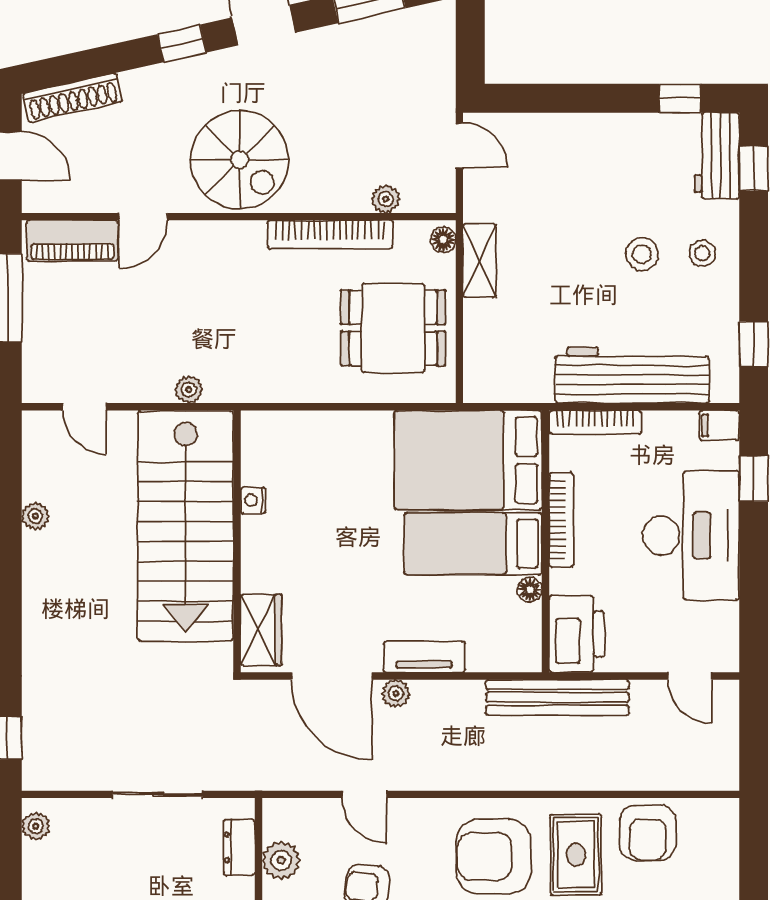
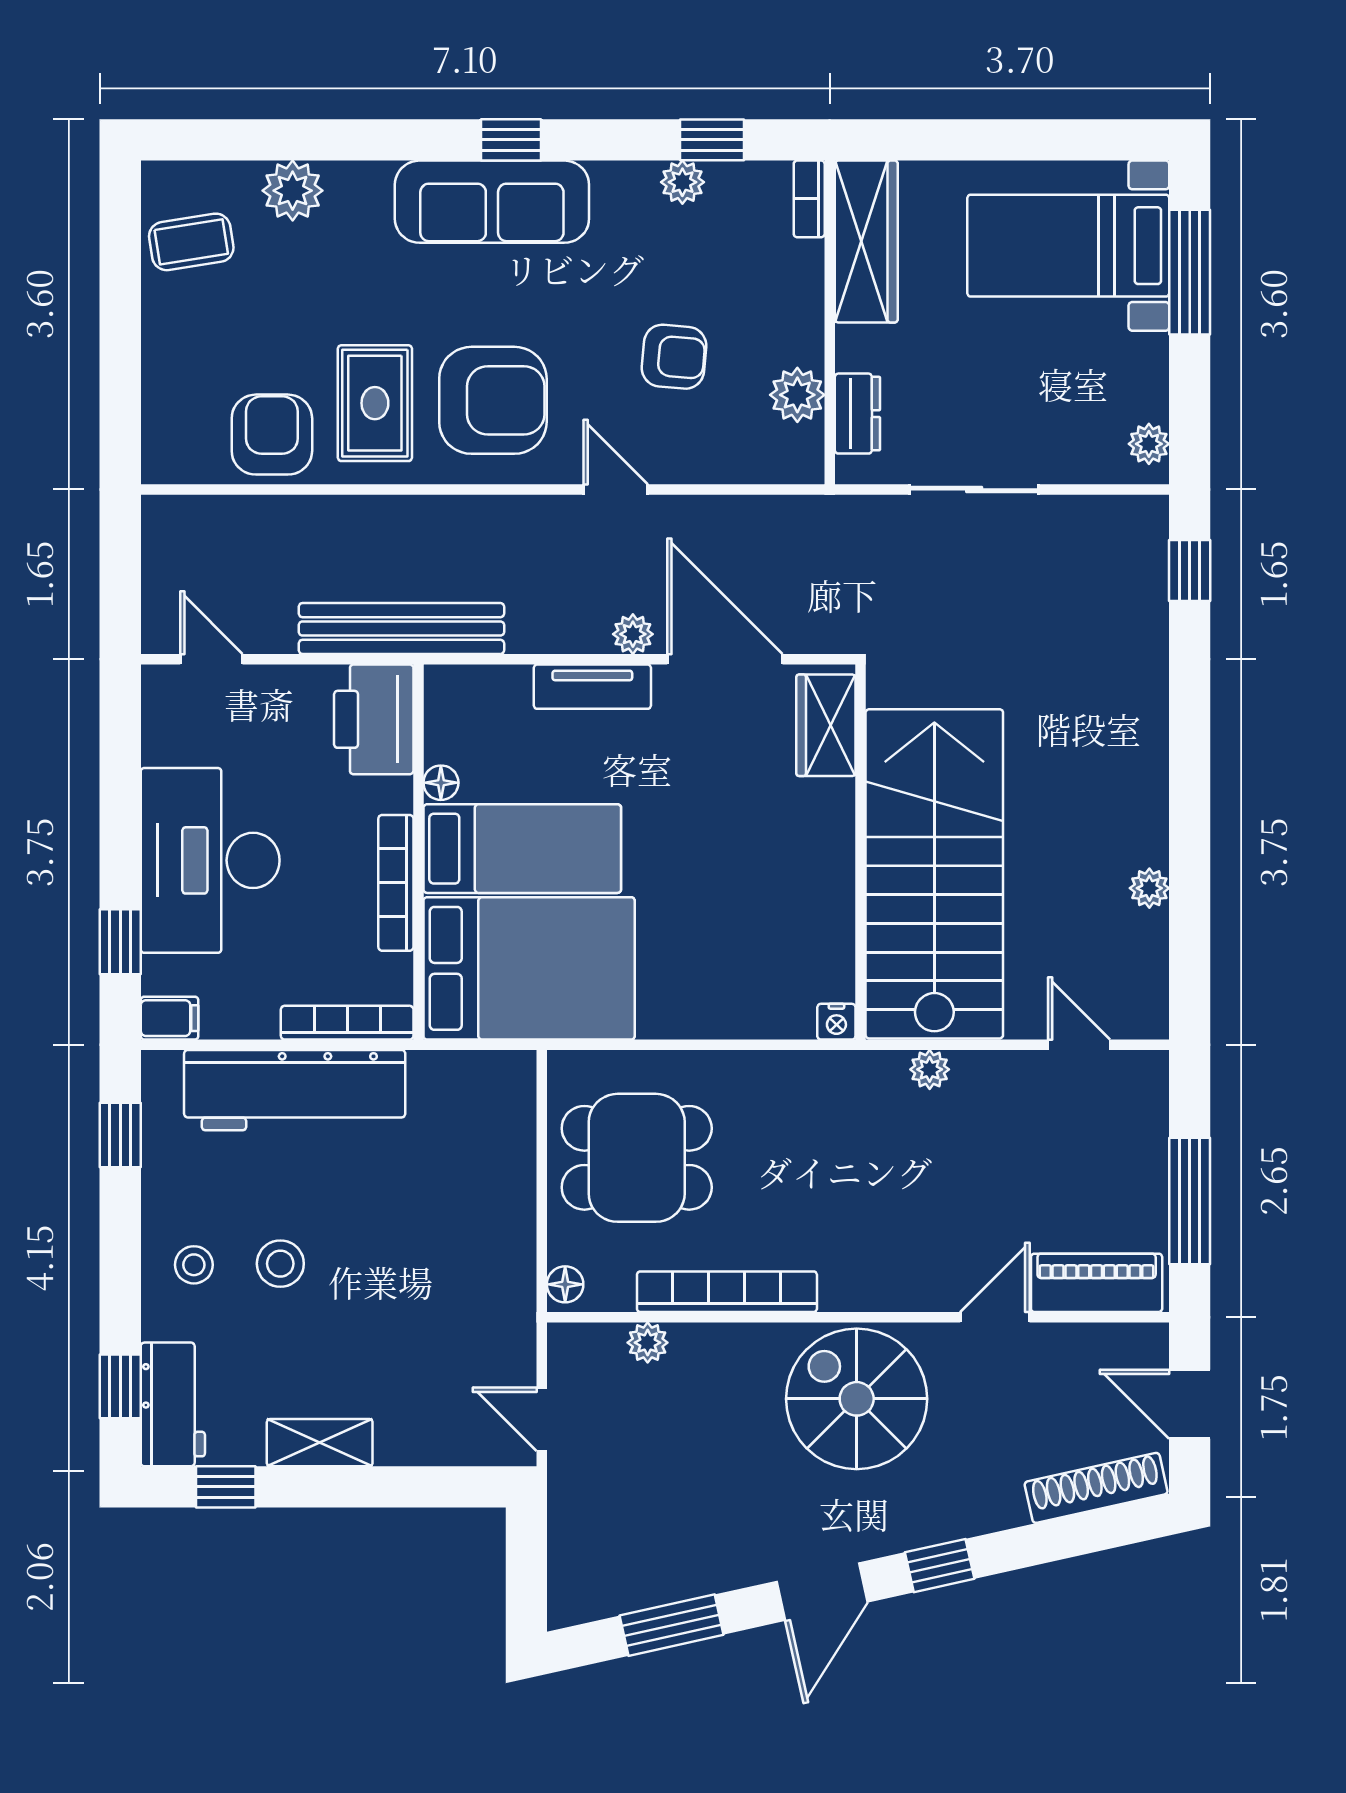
shelving: (480, 260) -> (320, 1443), moved, turned 90
nightstand: (253, 500) -> (836, 1022), moved, turned 90
door: (364, 794) -> (616, 489), moved

